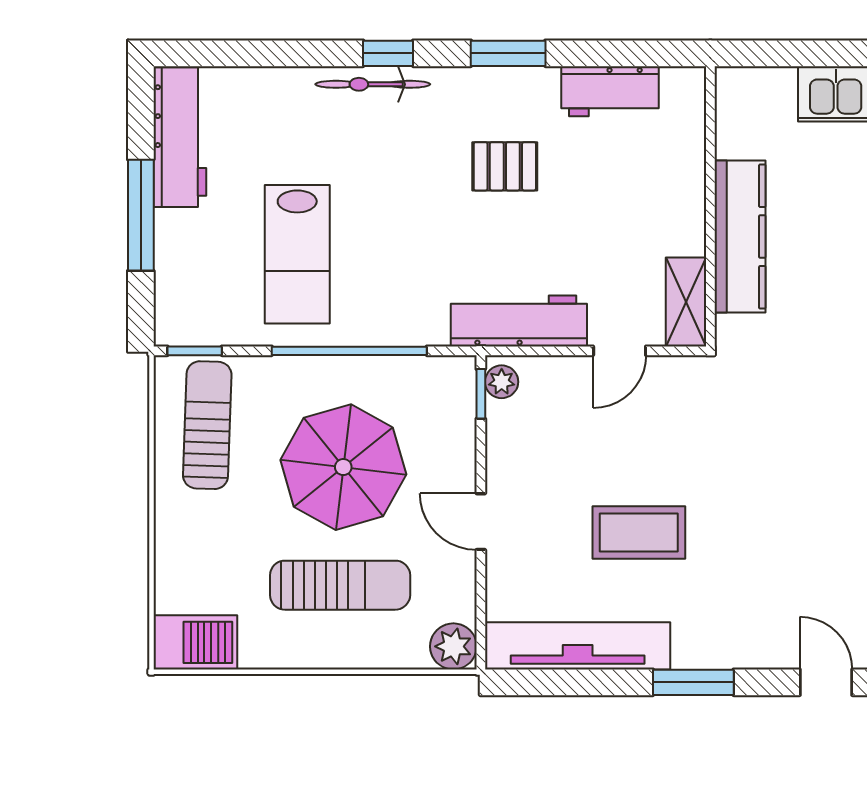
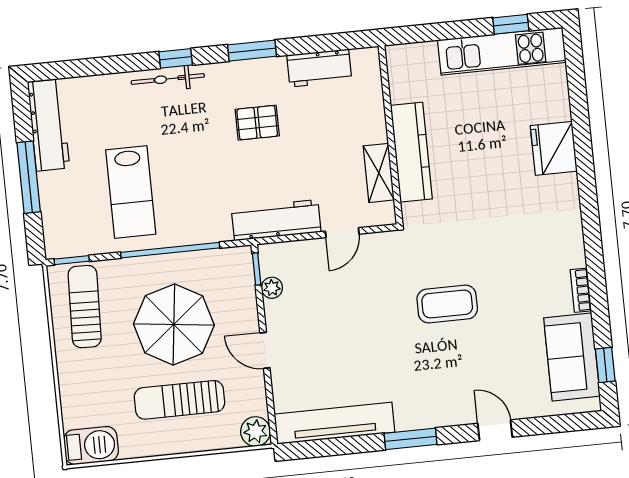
shelving: (686, 302) -> (379, 173), moved
plant: (502, 382) -> (272, 288), moved
coffee table: (639, 533) -> (447, 304), moved
sun lounger: (340, 585) -> (179, 400), turned 180

